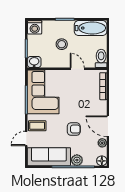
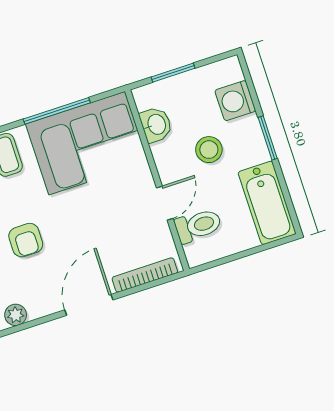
washing machine: (35, 27) -> (235, 101), moved
toilet: (101, 58) -> (198, 226), moved
washbasin: (34, 62) -> (156, 125), moved
door: (108, 126) -> (89, 305), moved

